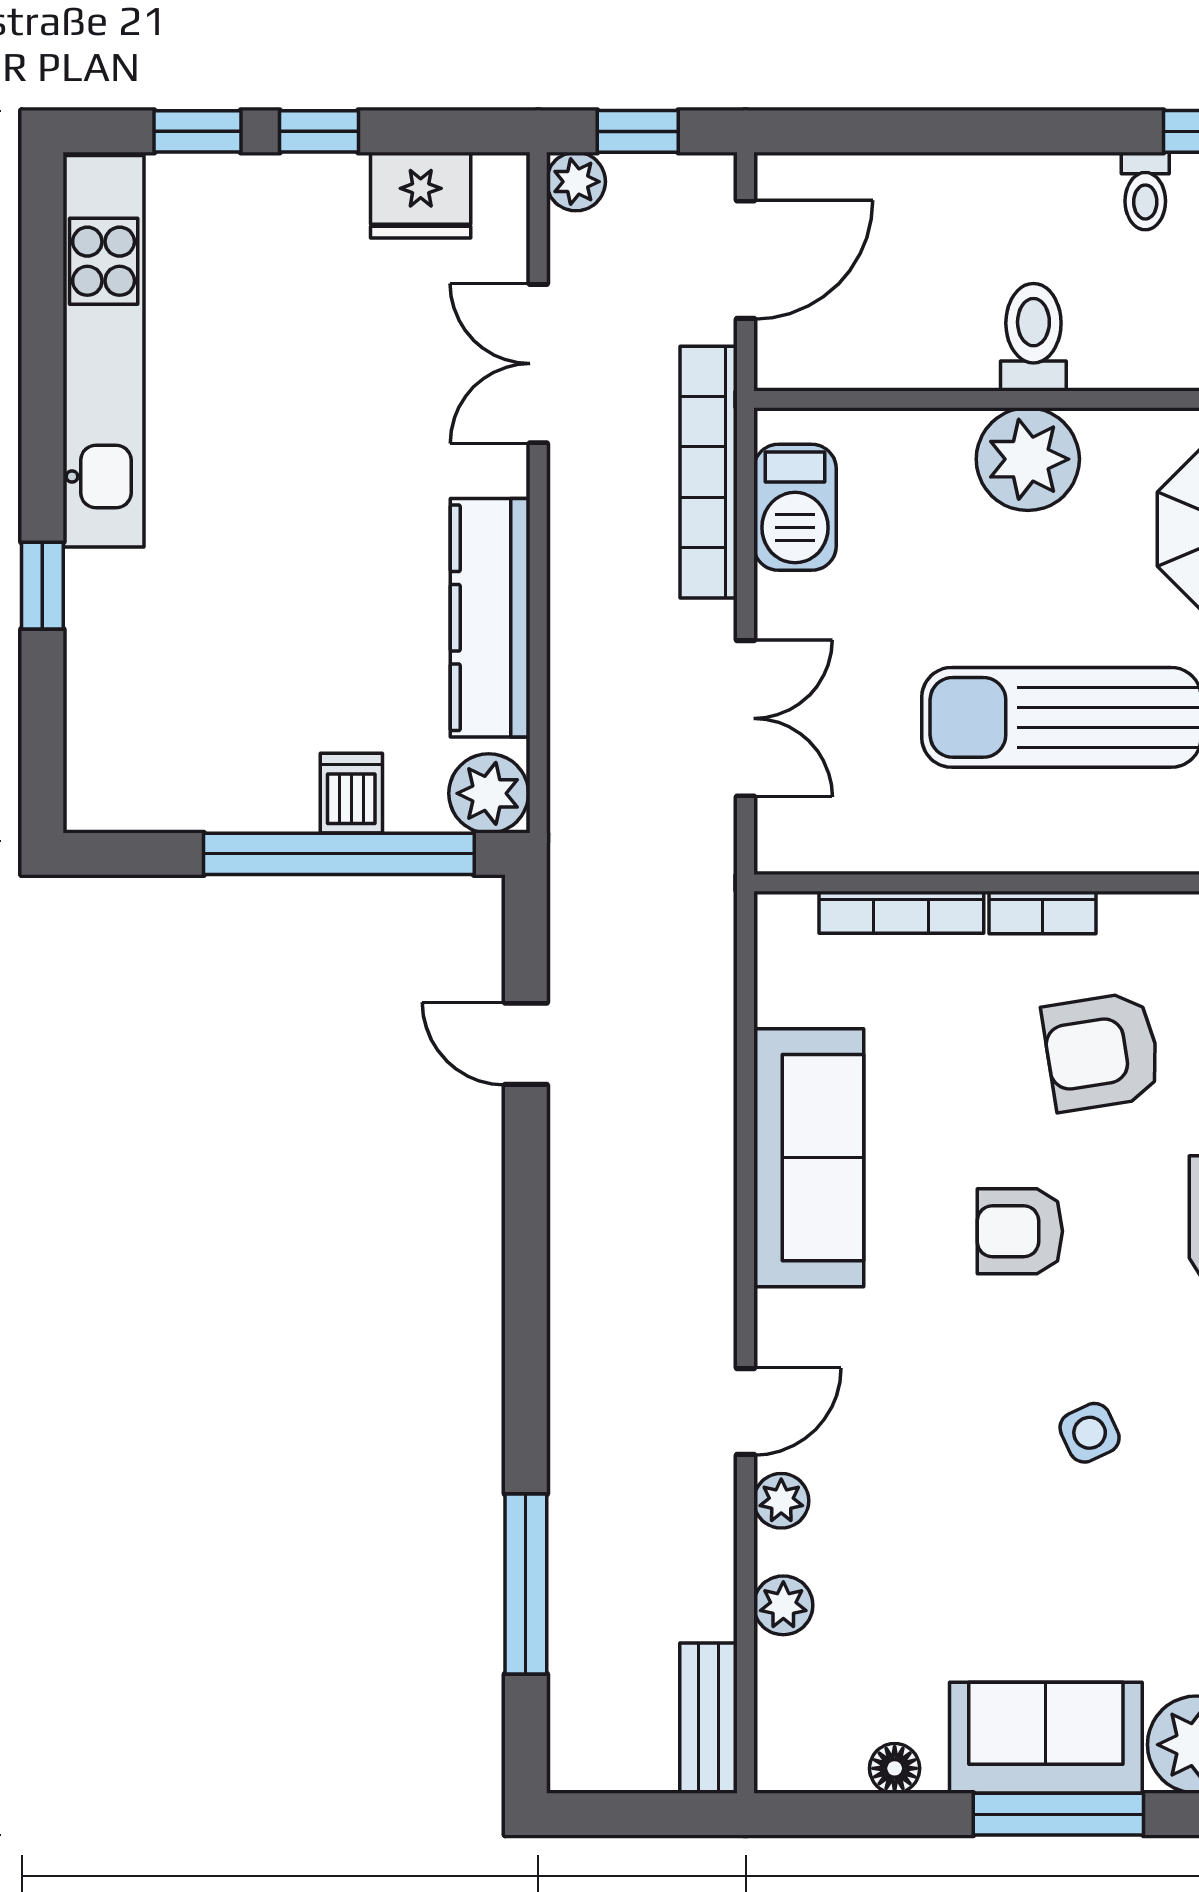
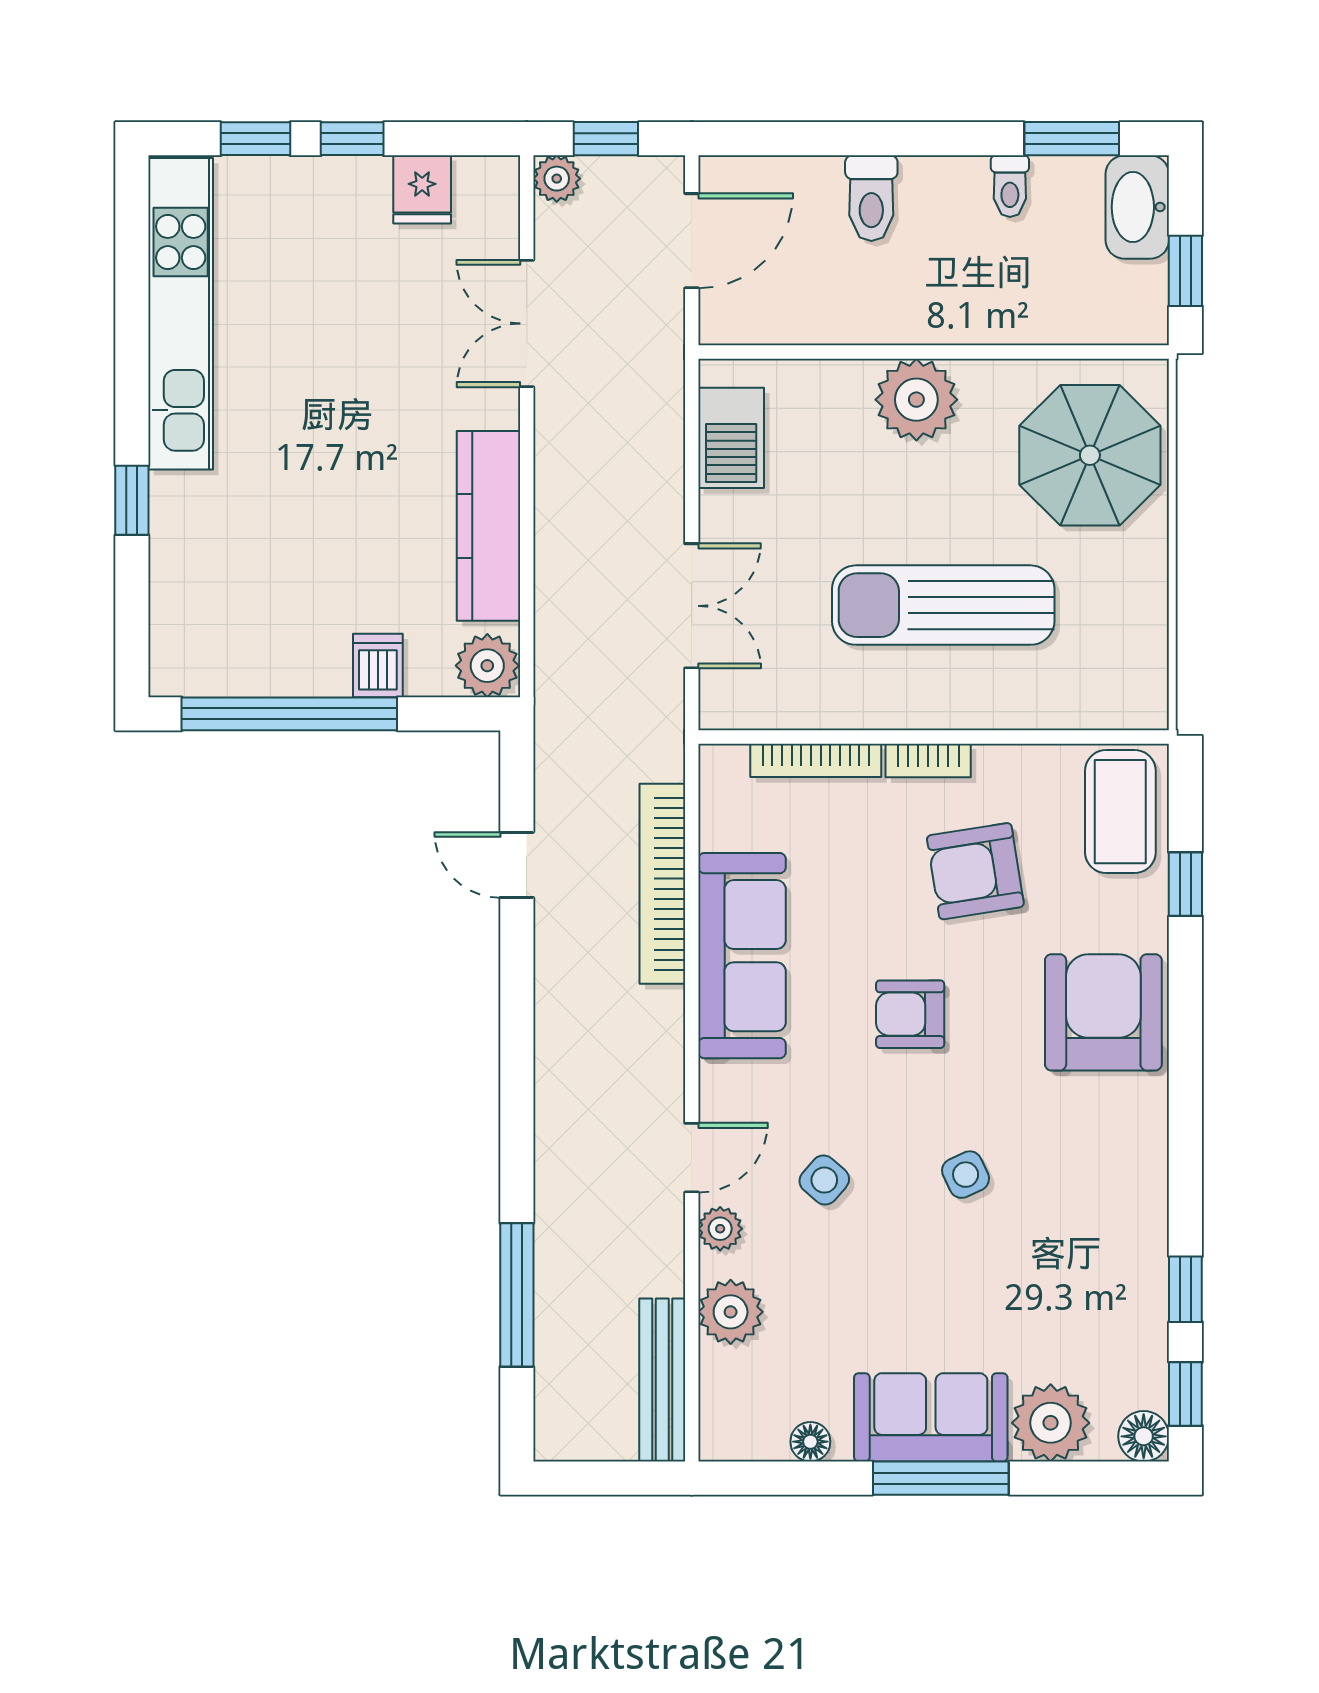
fridge: (421, 195) -> (422, 189), width x0.72
toilet: (1033, 337) -> (871, 198), moved, turned 180
bookcase: (709, 472) -> (662, 884), moved
window: (339, 854) -> (289, 714), moved
side table: (912, 1440) -> (824, 1180), added
plant: (783, 1605) -> (731, 1312), width x1.38, depth x1.38
bench: (709, 1718) -> (662, 1380), width x1.36

